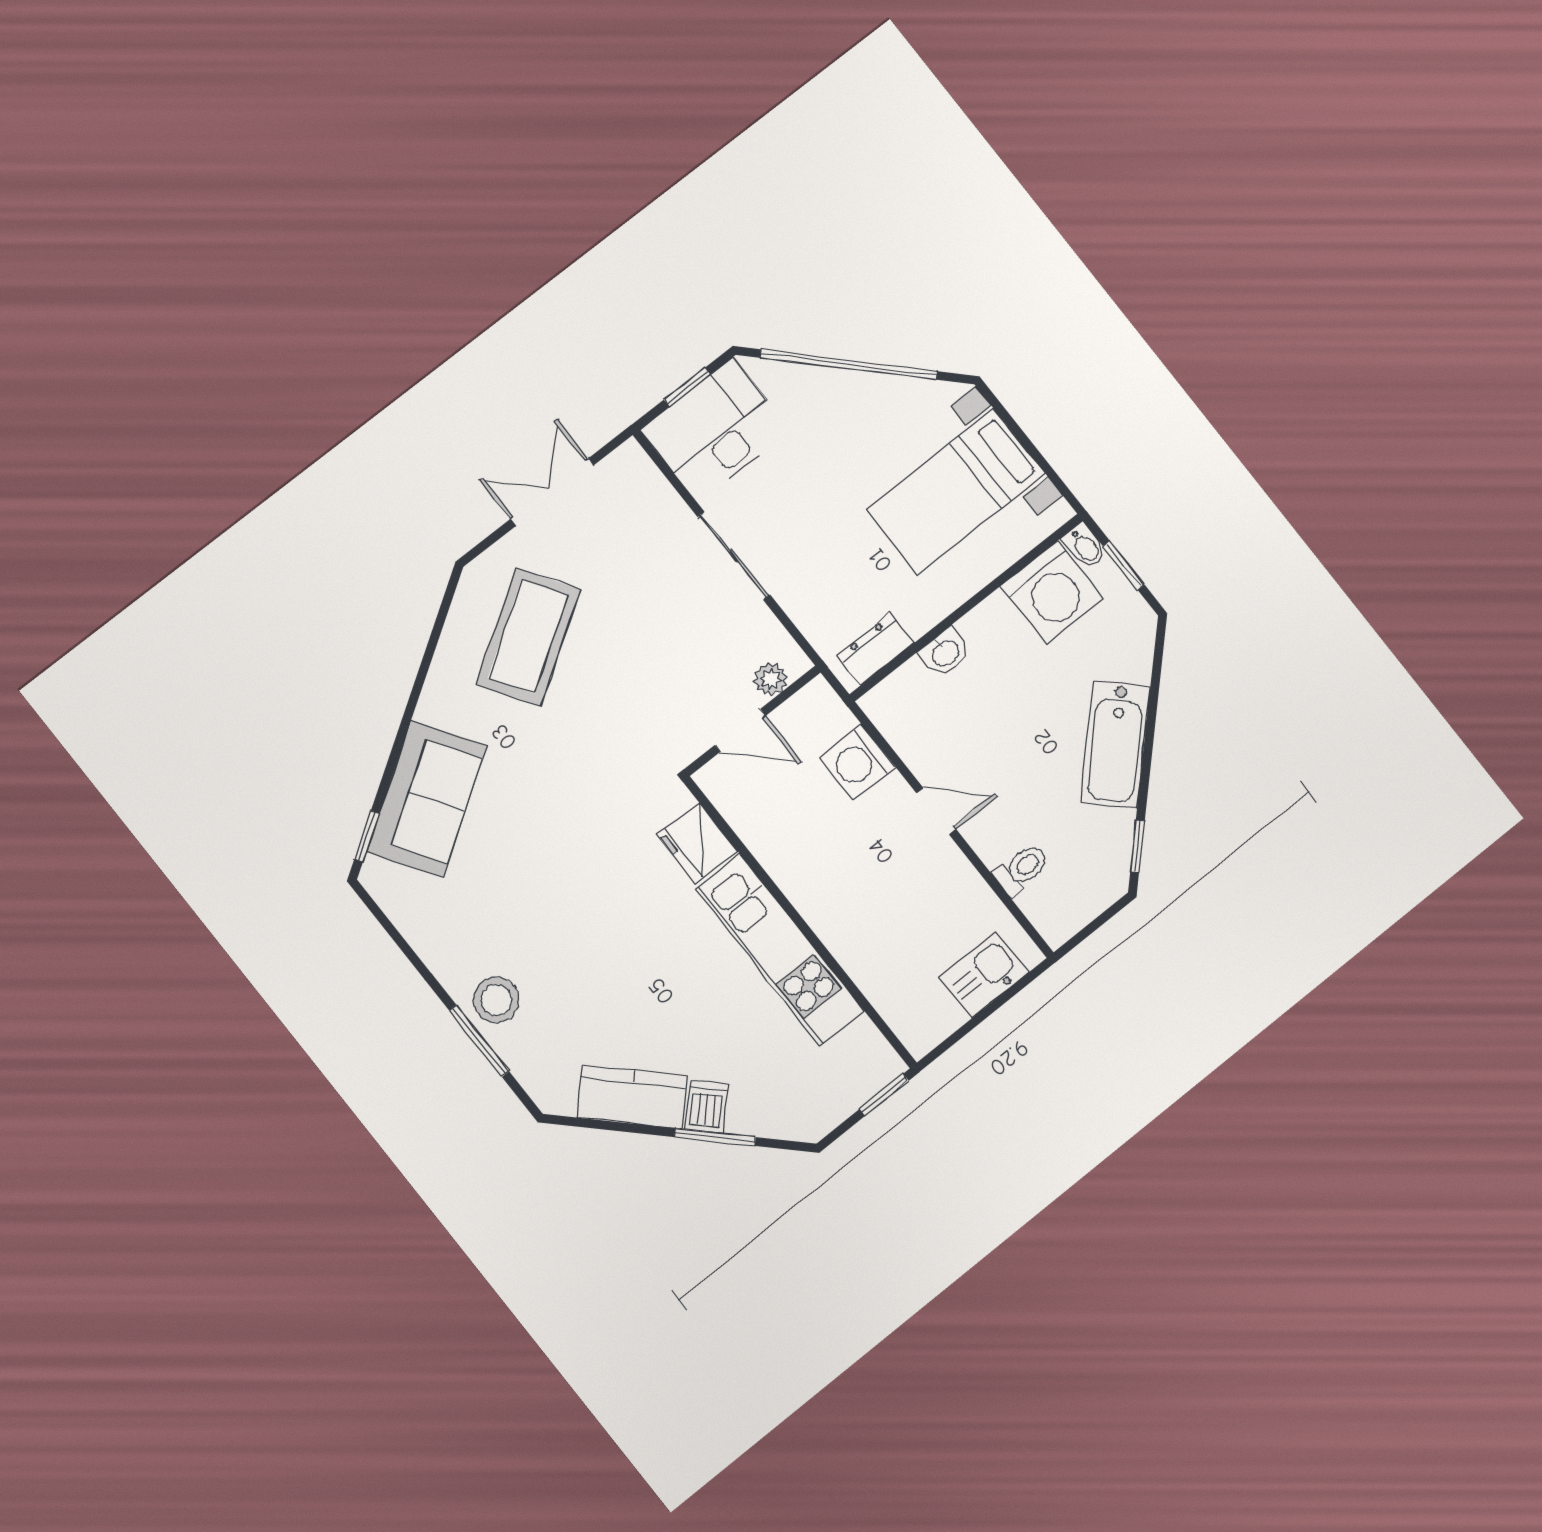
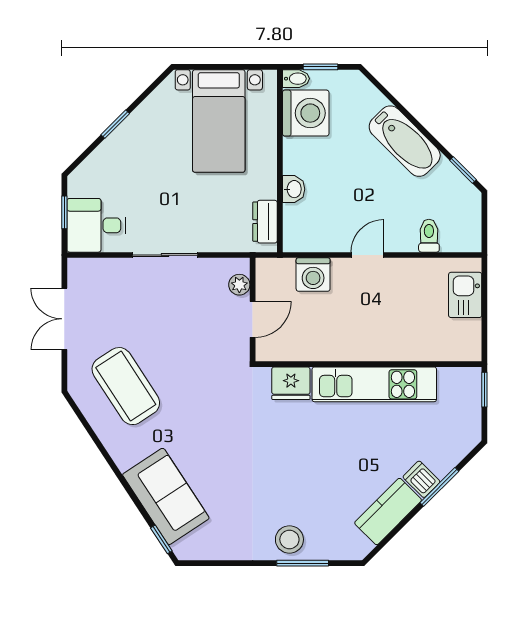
window: (849, 365) -> (115, 124), width x0.32
desk: (715, 430) -> (96, 225), width x0.73

